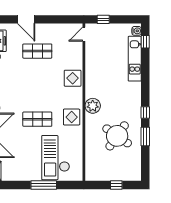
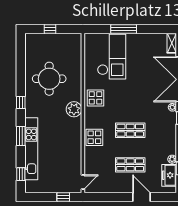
water cooler: (137, 31) -> (29, 185), removed
kitchen unit: (135, 59) -> (31, 149), width x1.36
shop shelf: (37, 119) -> (130, 130), moved
round table: (117, 136) -> (49, 79), turned -35
window: (145, 137) -> (21, 136), moved

